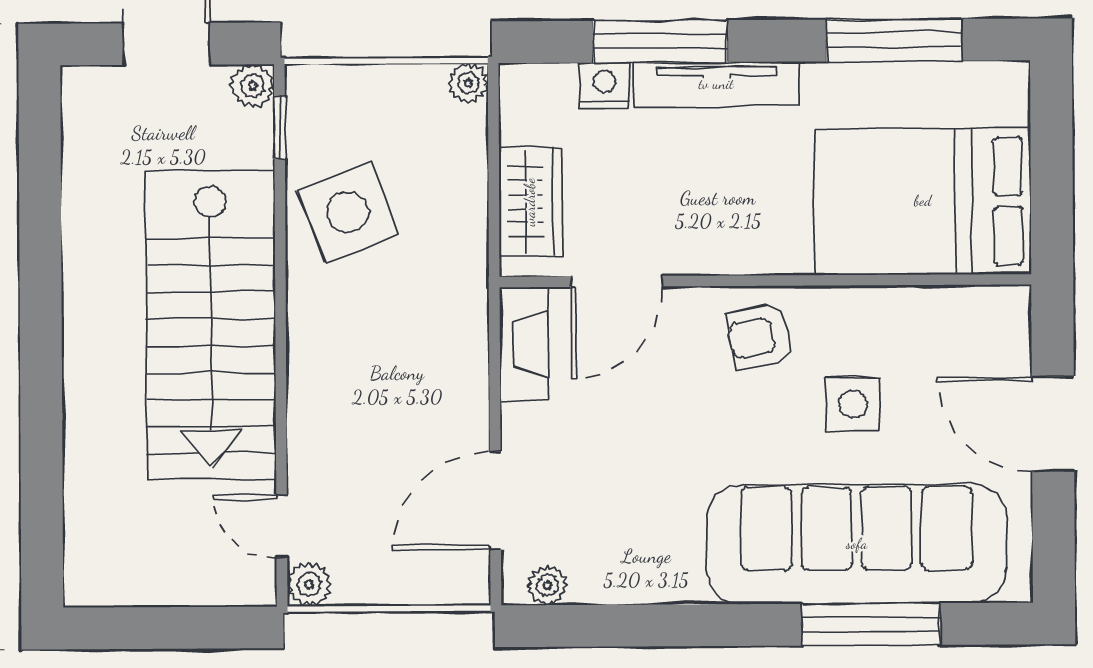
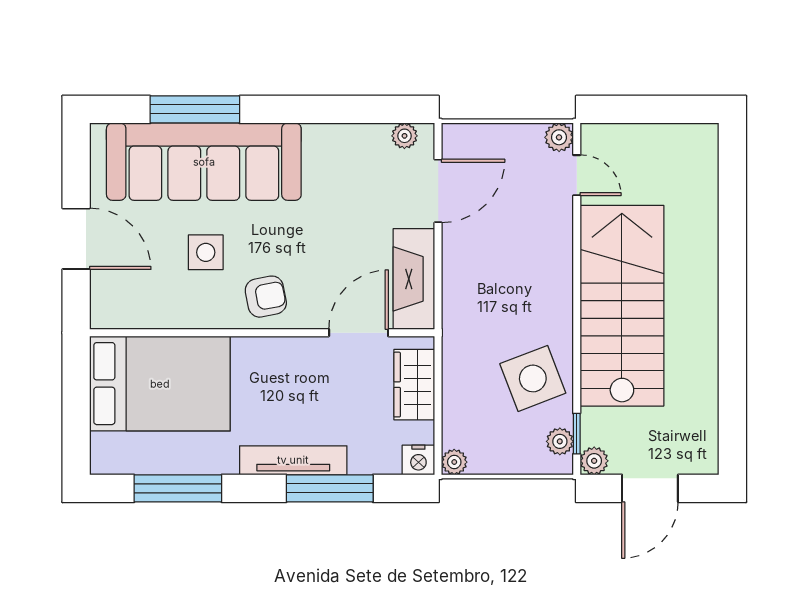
nightstand: (605, 85) -> (418, 460), moved
plant: (306, 116) -> (560, 441), added
fireplace: (524, 344) -> (414, 279), width x1.37, depth x1.32

